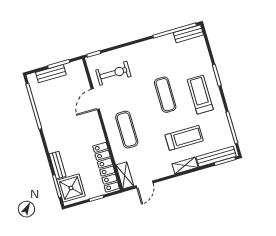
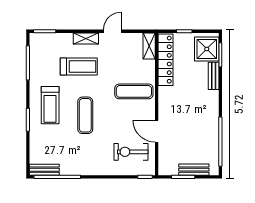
door: (95, 99) -> (157, 131), swing flipped
exercise mat: (127, 130) -> (134, 91), turned 90
treadmill: (184, 138) -> (79, 66), turned 180
bench: (216, 157) -> (52, 38), removed
door: (145, 184) -> (112, 31), moved

